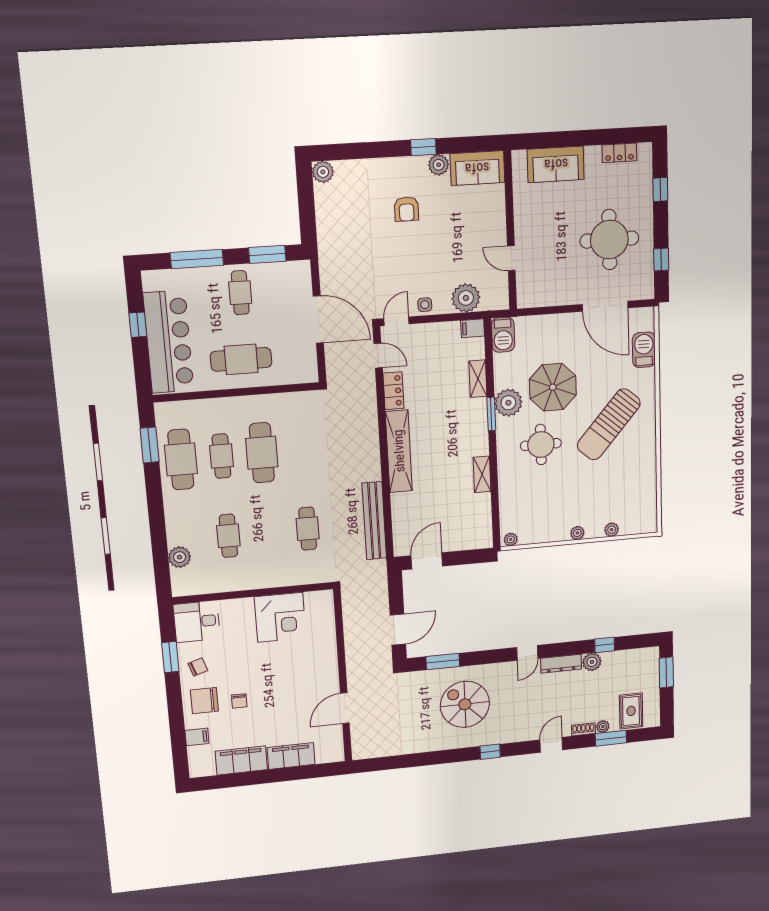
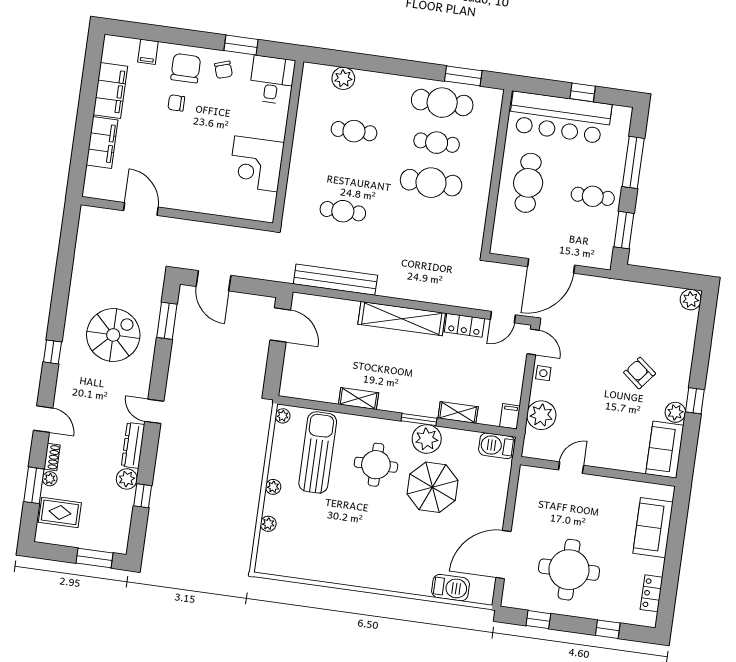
armchair: (406, 209) -> (640, 373), turned 39
sun lounger: (609, 424) -> (318, 452), moved, turned 49

